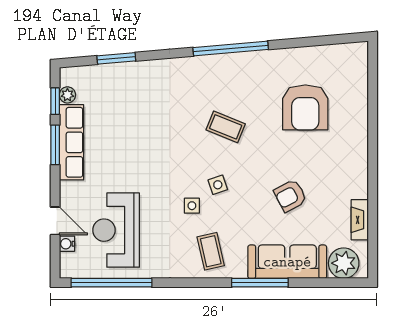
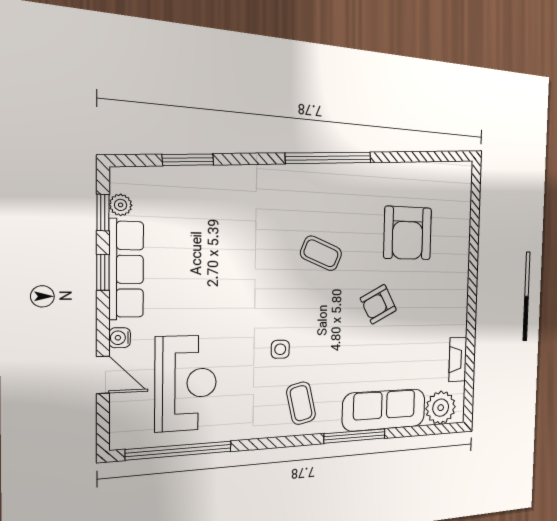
window: (55, 145) -> (103, 272), width x0.67
side table: (218, 185) -> (311, 323), removed
armchair: (290, 196) -> (378, 304), moved
reception desk: (116, 230) -> (186, 383), turned 180
water cooler: (67, 244) -> (120, 338), moved

